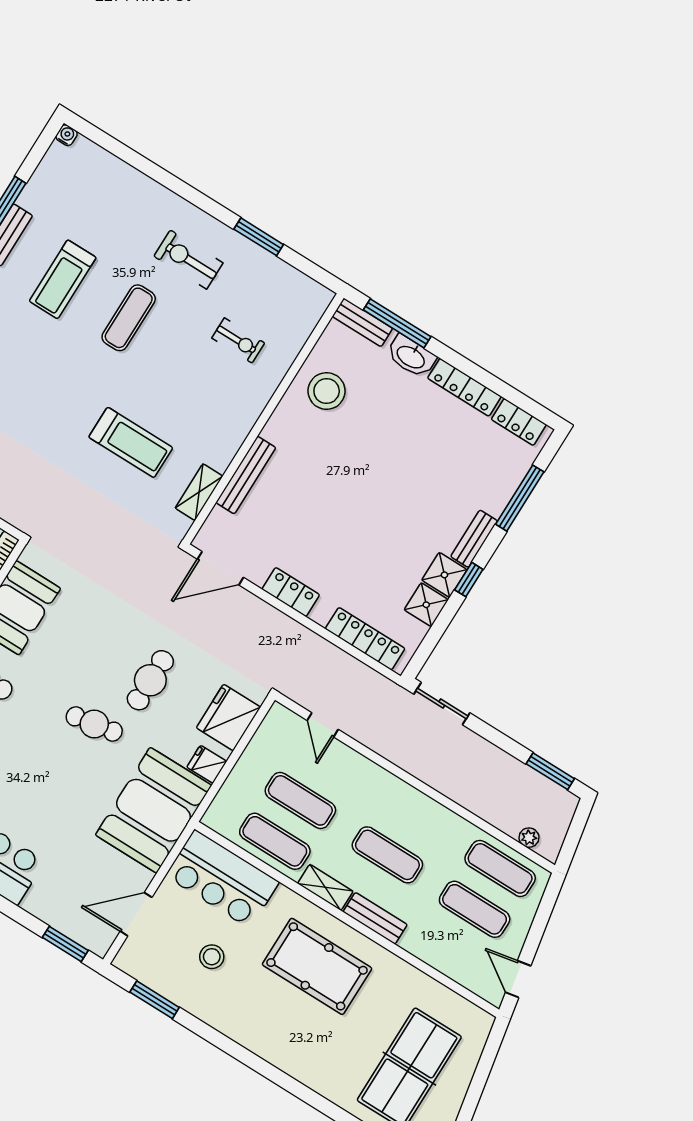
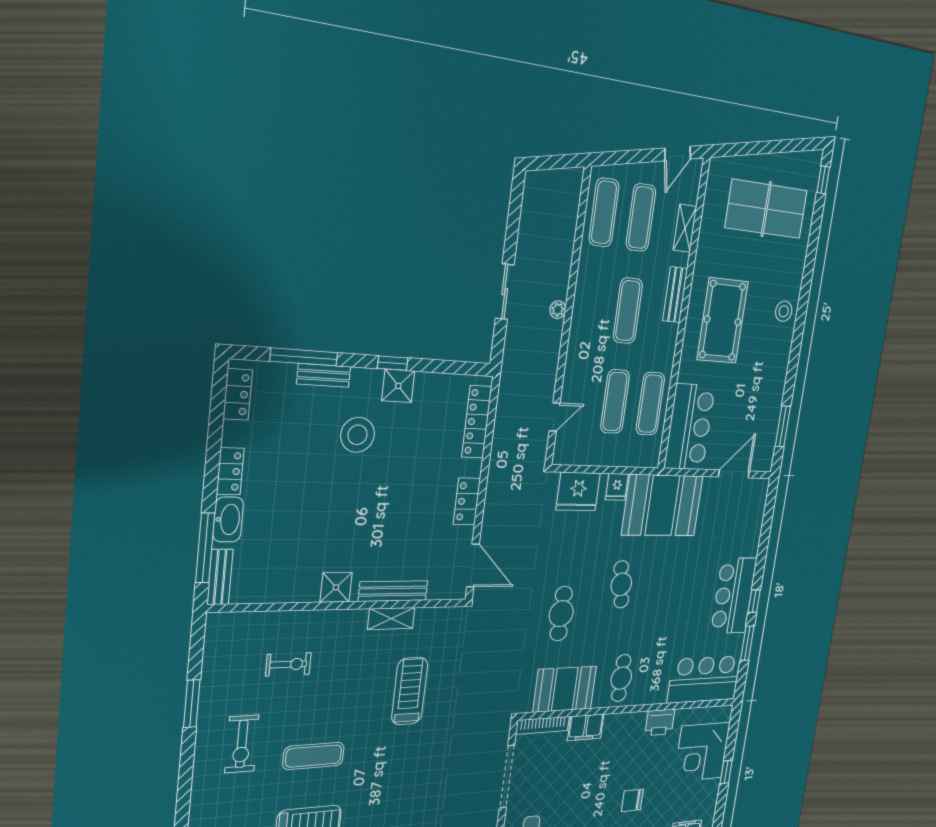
exercise bike: (238, 341) -> (288, 664), turned 90
locker: (464, 387) -> (230, 471), width x0.66
stool: (327, 391) -> (358, 435), moved
shelving: (199, 492) -> (391, 619), moved
bench: (474, 539) -> (324, 375), moved
shower: (426, 605) -> (336, 587), moved
cafe table: (150, 680) -> (561, 614), moved, turned 90
sliding door: (442, 704) -> (505, 292), moved
window: (550, 771) -> (515, 209), removed
plant: (529, 838) -> (558, 310), moved
shelving: (325, 887) -> (685, 228), moved
door: (136, 914) -> (734, 474), swing flipped
window: (65, 944) -> (769, 510), removed
stool: (212, 957) -> (784, 311), moved

